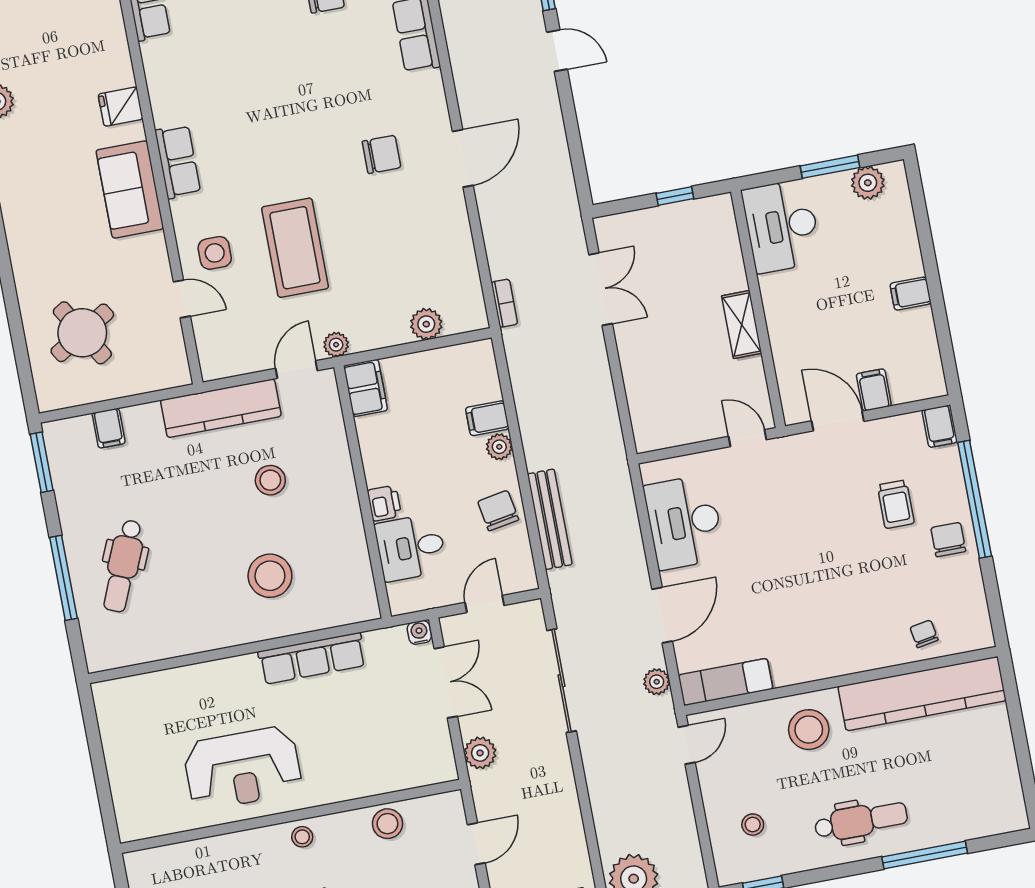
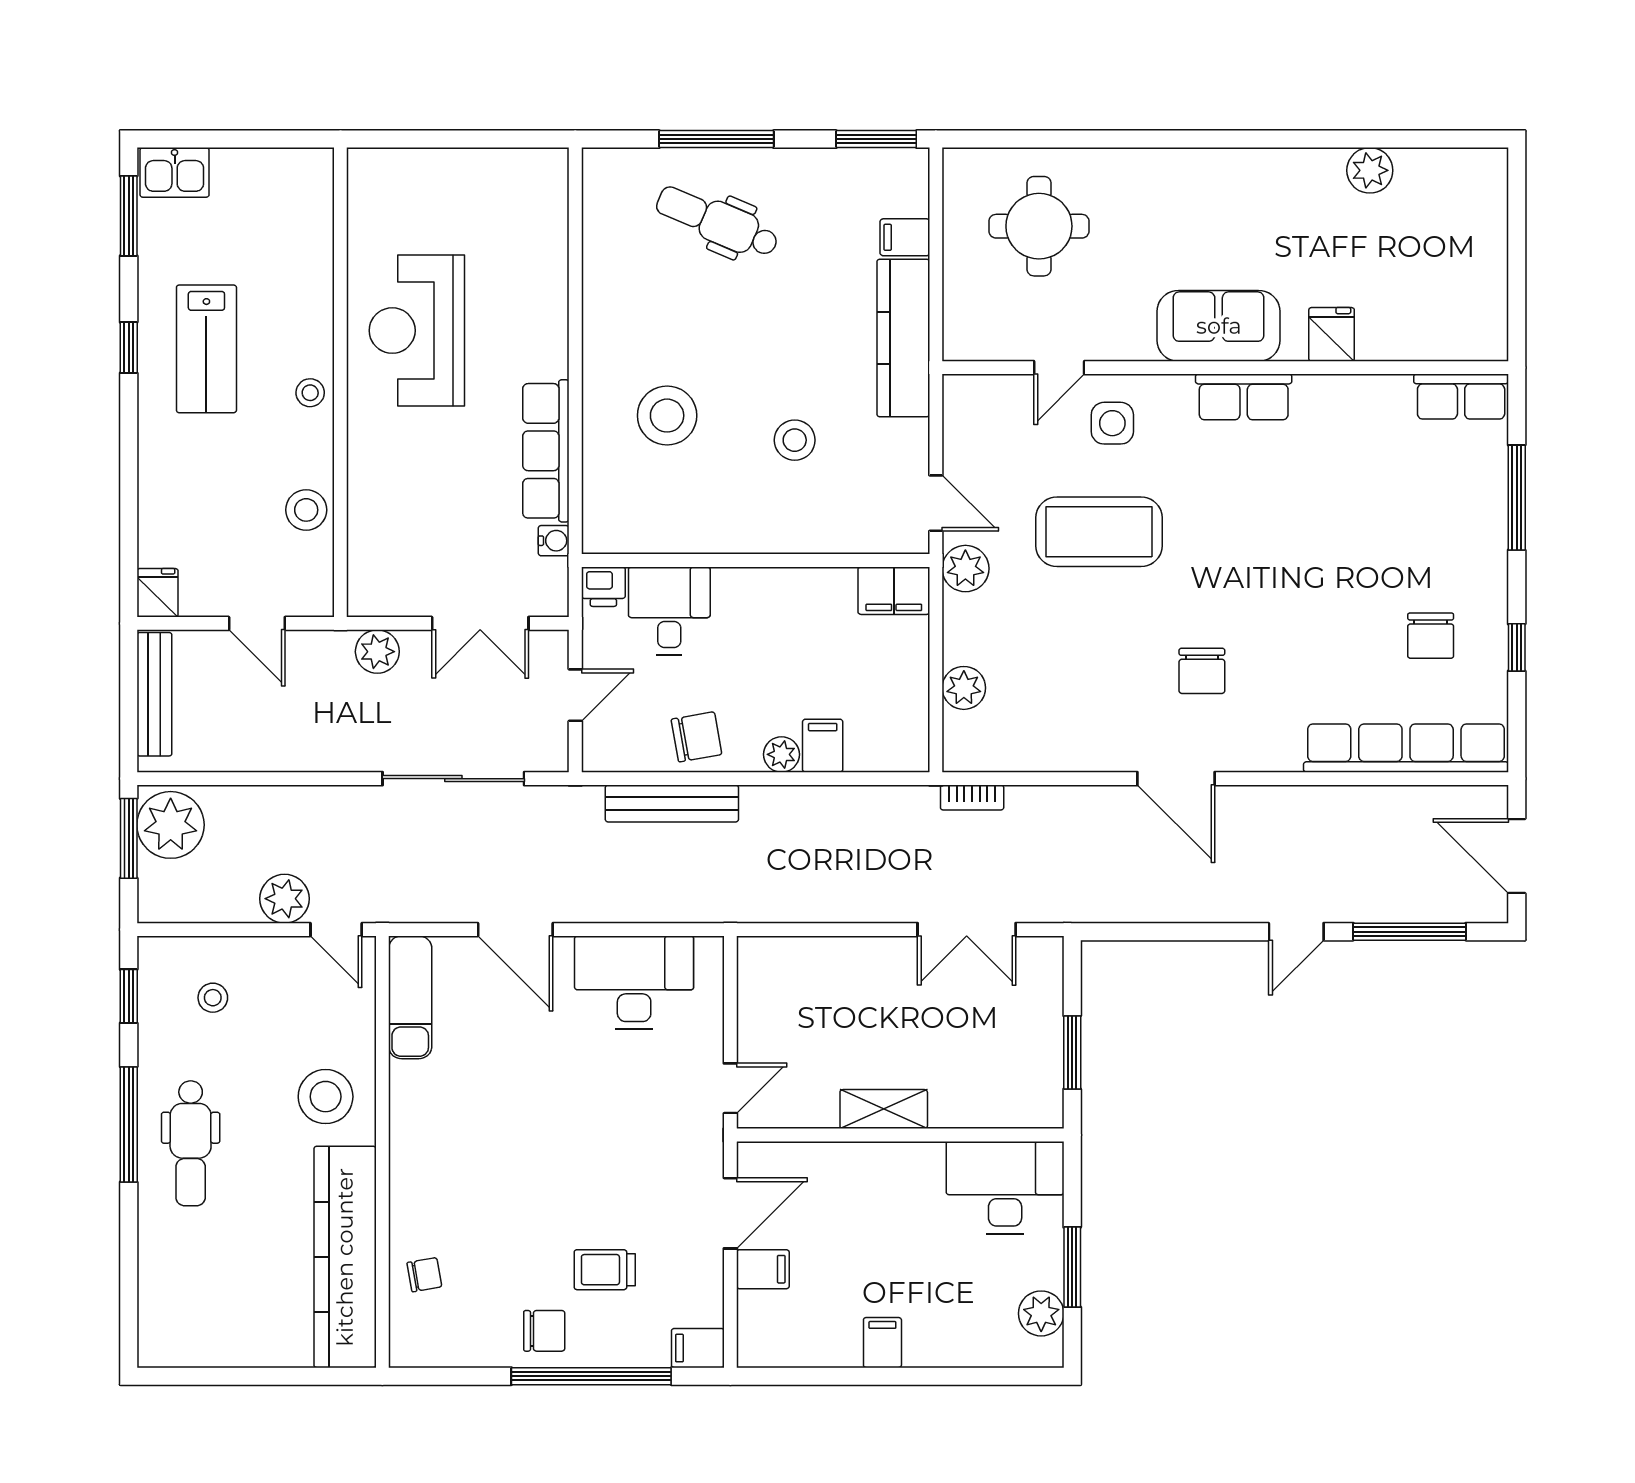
window: (675, 196) -> (1072, 1052), width x1.50
round table: (82, 333) -> (1039, 226), turned 31
plant: (336, 345) -> (965, 569), width x1.38, depth x1.38
kitchen counter: (221, 408) -> (903, 338), moved
printer: (384, 503) -> (603, 587), moved
door: (485, 604) -> (575, 695), hinge flipped
water cooler: (419, 632) -> (554, 541), moved
plant: (657, 682) -> (284, 899), moved, width x1.38, depth x1.38
window: (925, 855) -> (129, 1124), moved

